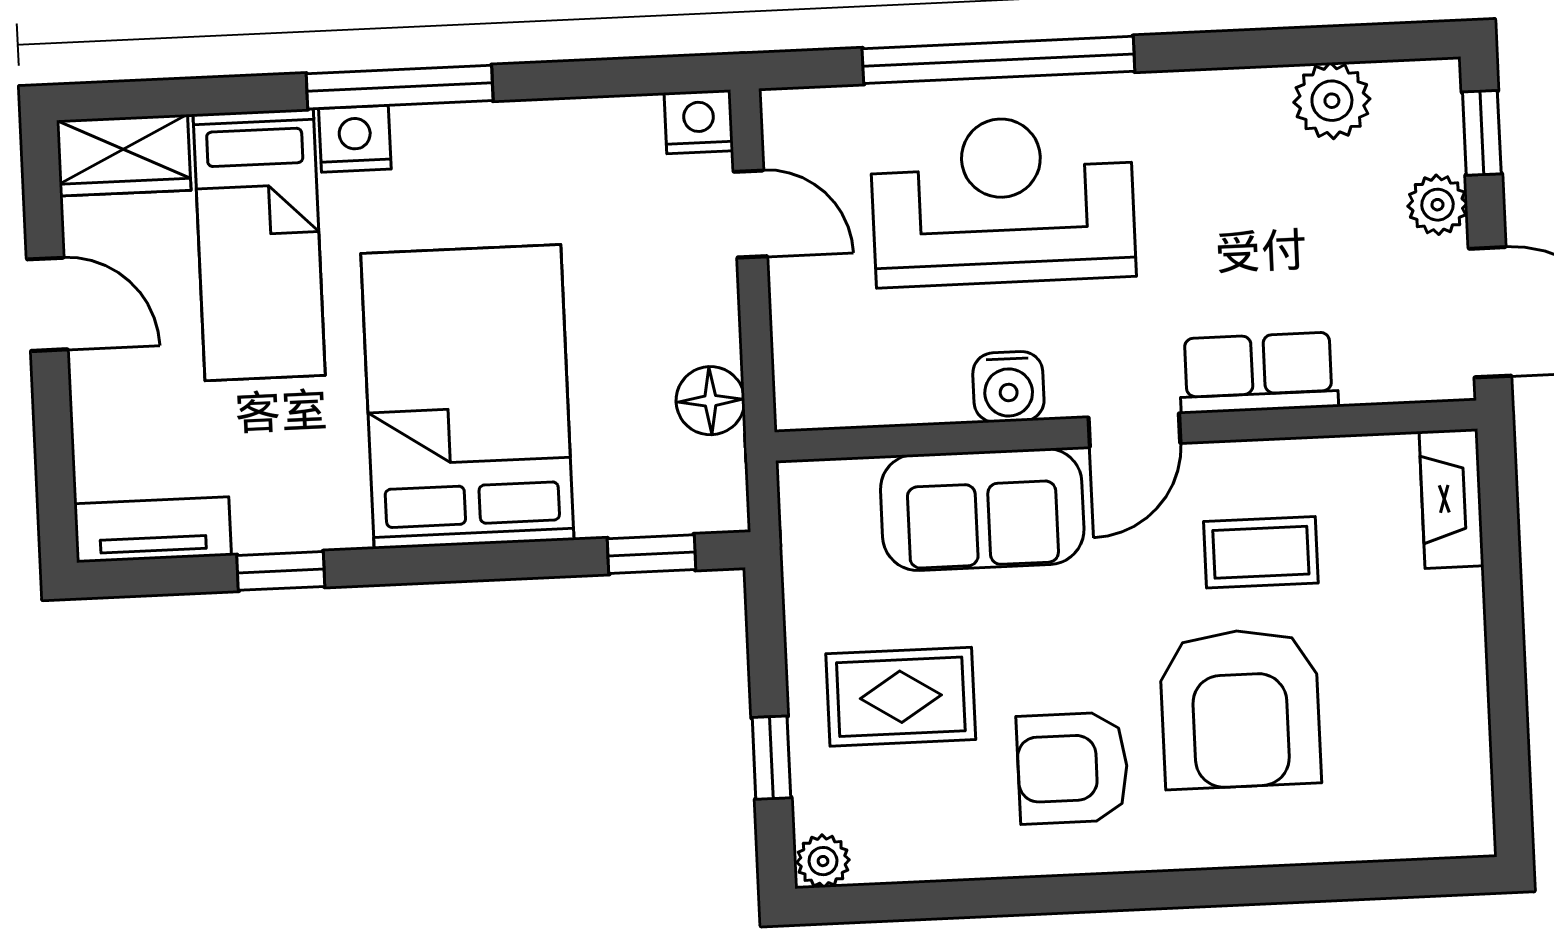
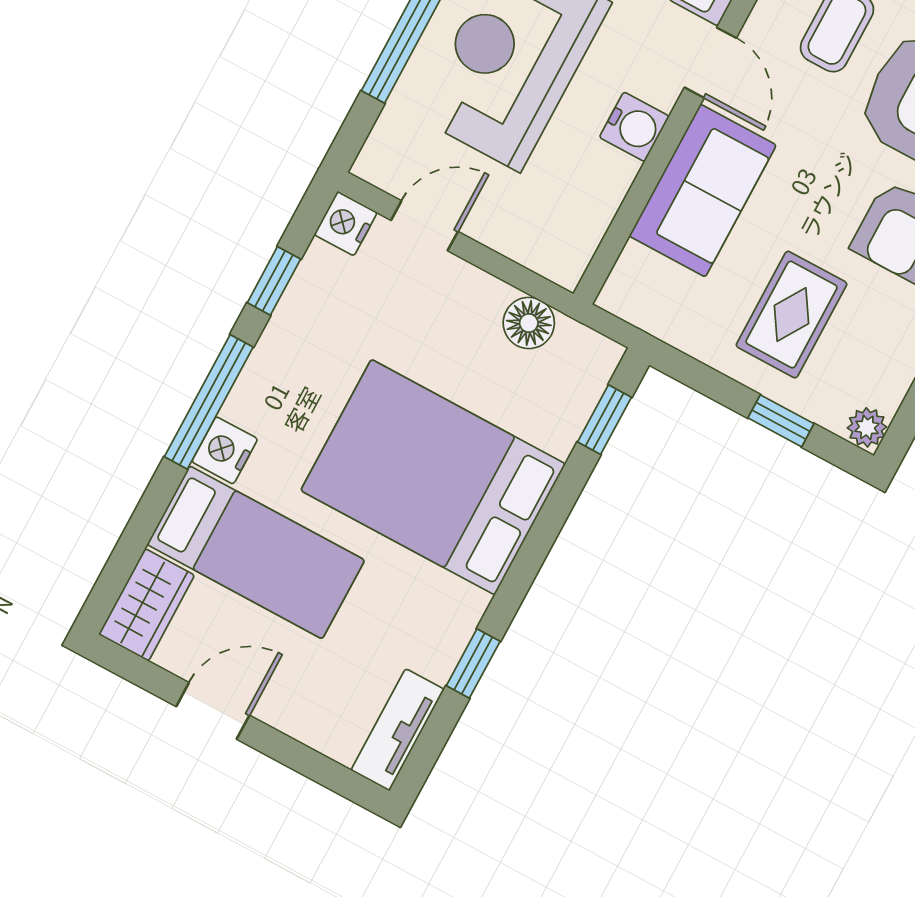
window: (583, 79) -> (274, 281), added

